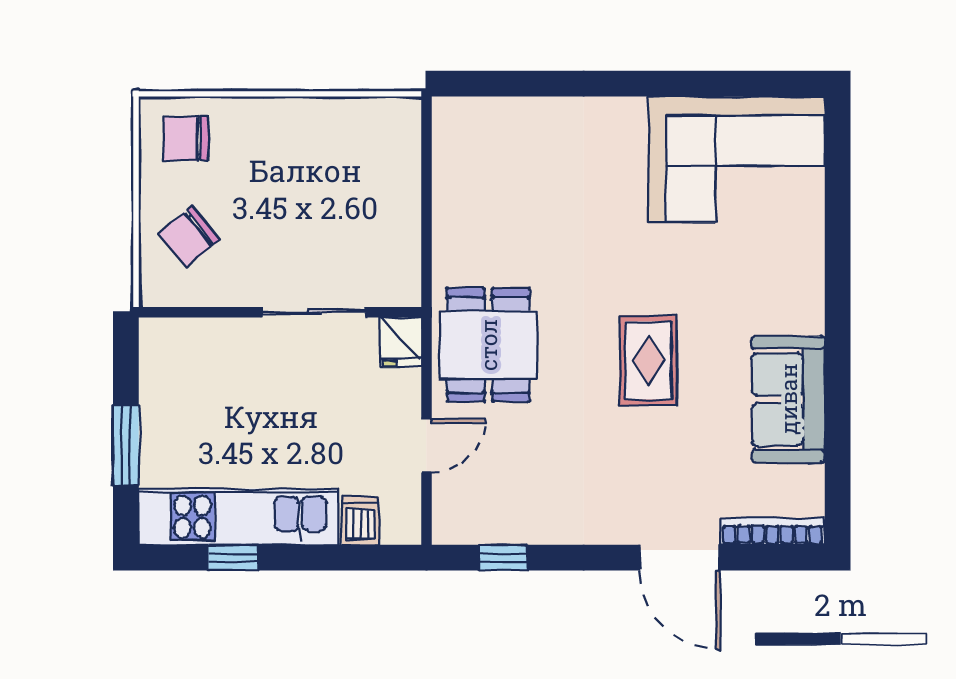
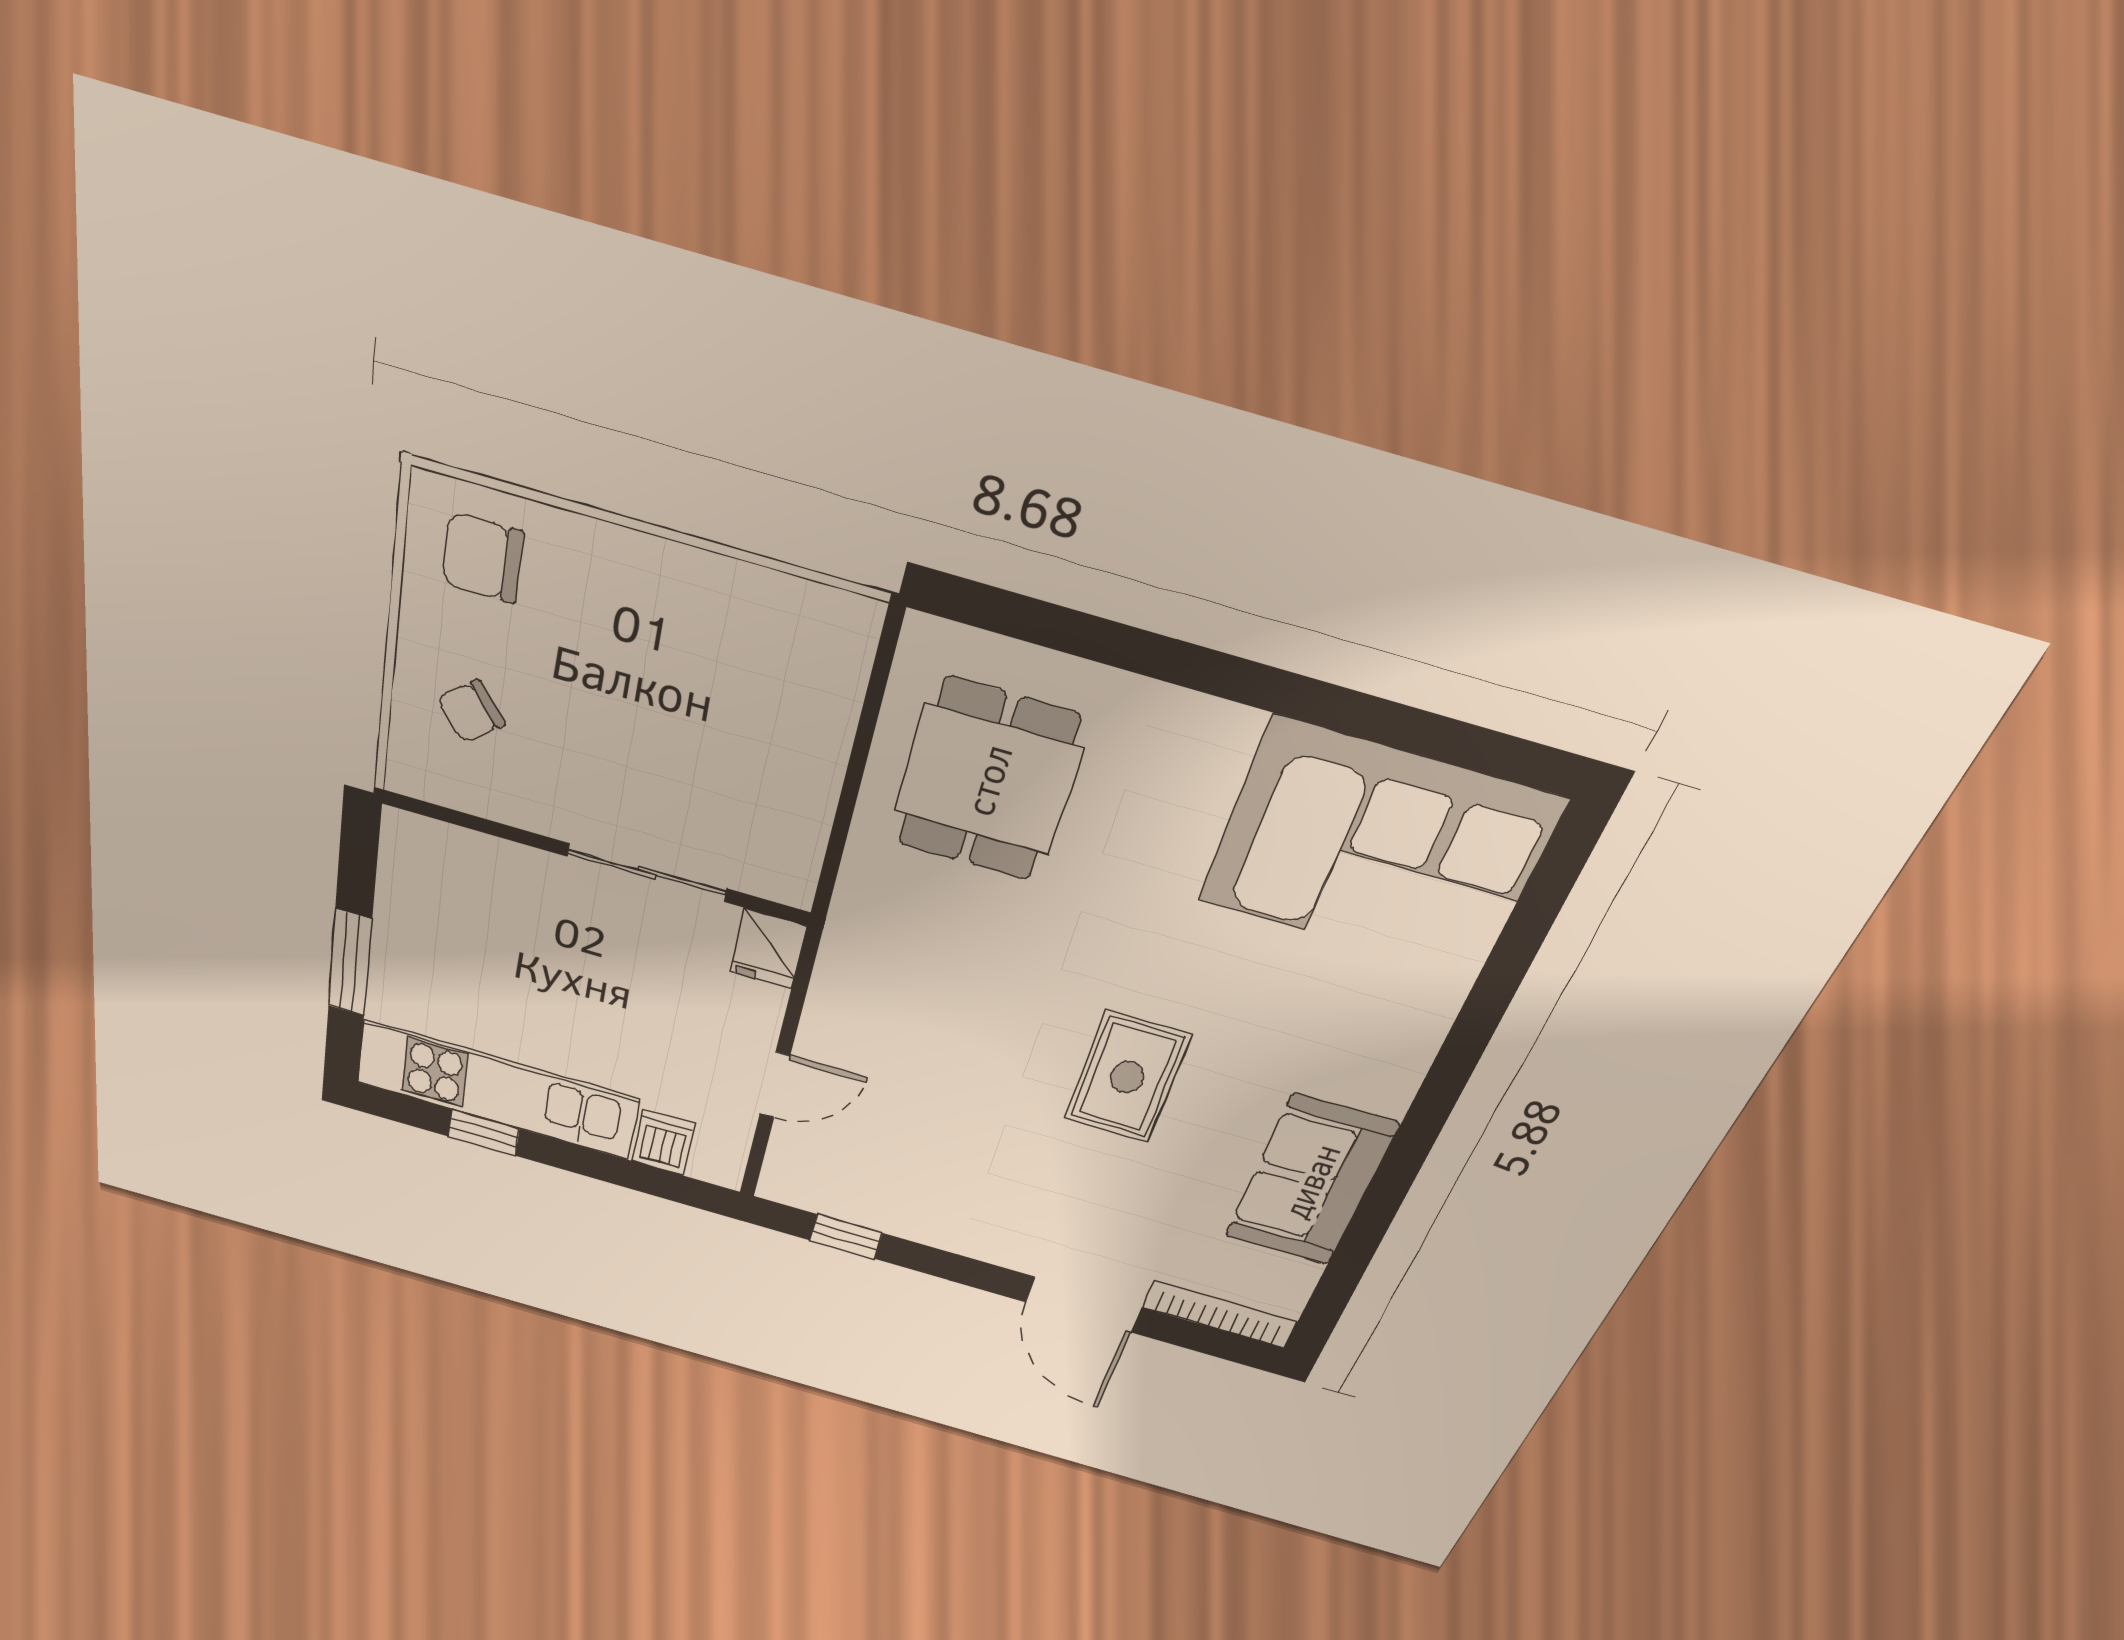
chair: (189, 237) -> (471, 711), width x0.73, depth x0.73
dining table: (488, 345) -> (988, 780), moved

